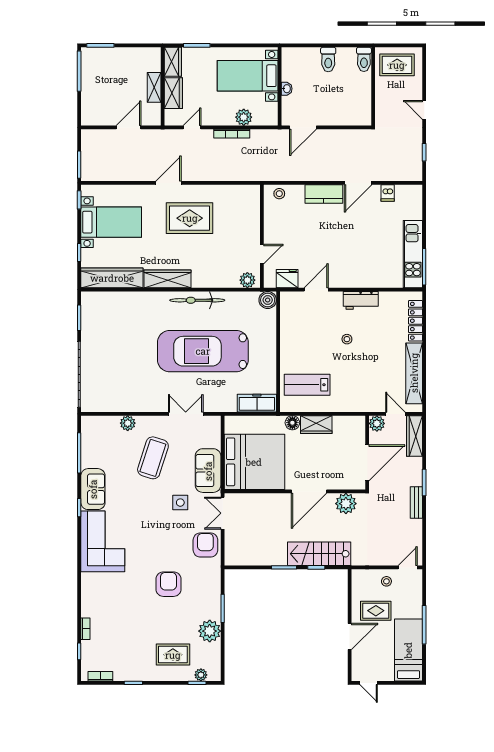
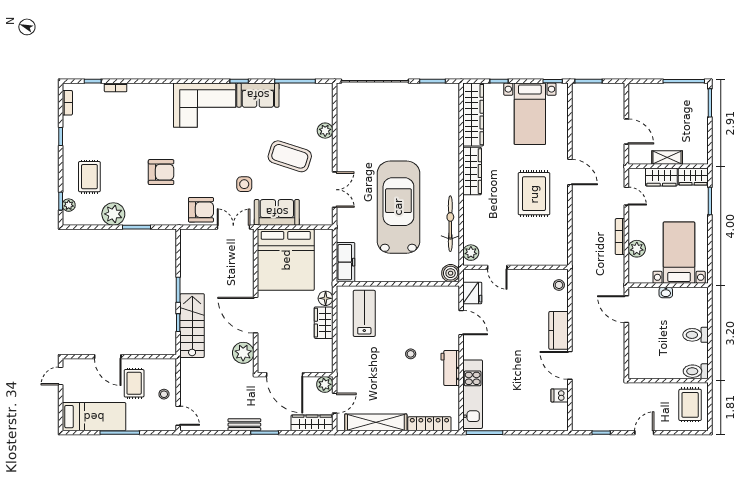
kitchen unit: (413, 254) -> (473, 394), moved, turned 90
bicycle: (197, 300) -> (450, 224), moved

